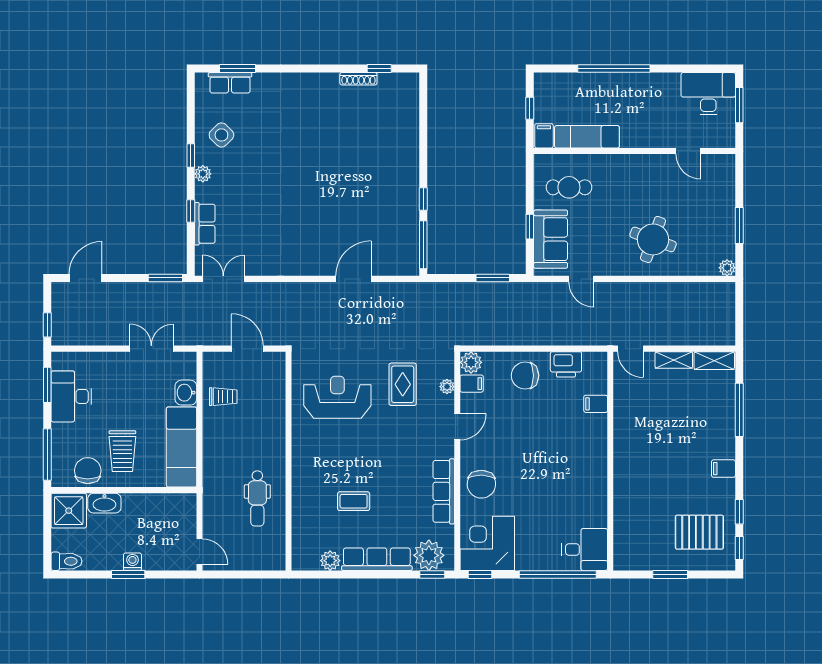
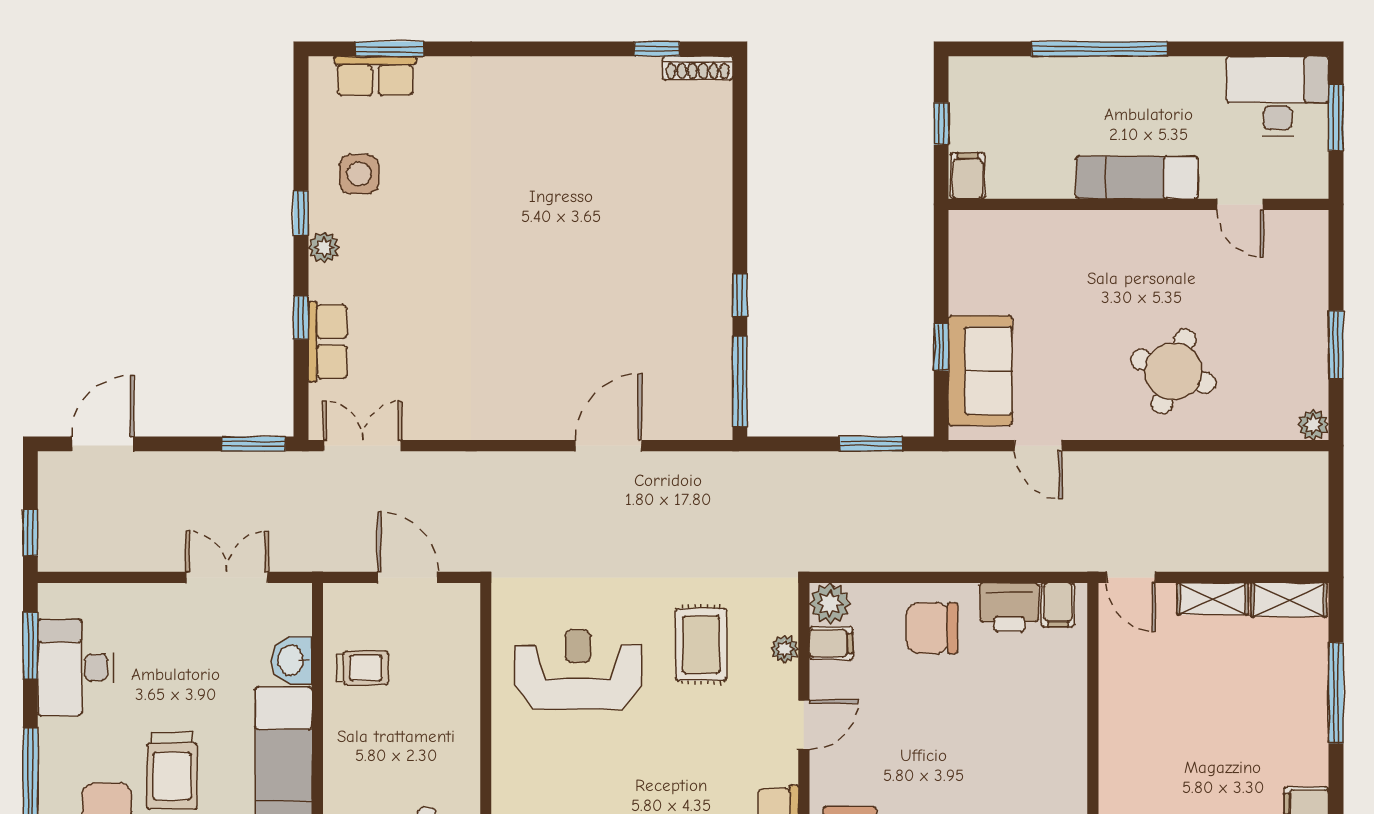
shoe rack: (358, 79) -> (698, 68), moved
side table: (221, 135) -> (359, 174), turned 45
exam couch: (587, 137) -> (1137, 177), moved
cafe table: (569, 187) -> (1015, 273), removed
filing cabinet: (596, 404) -> (1058, 605), moved, turned -90

